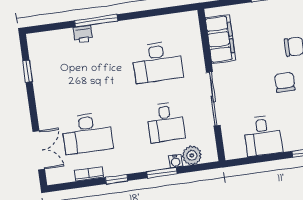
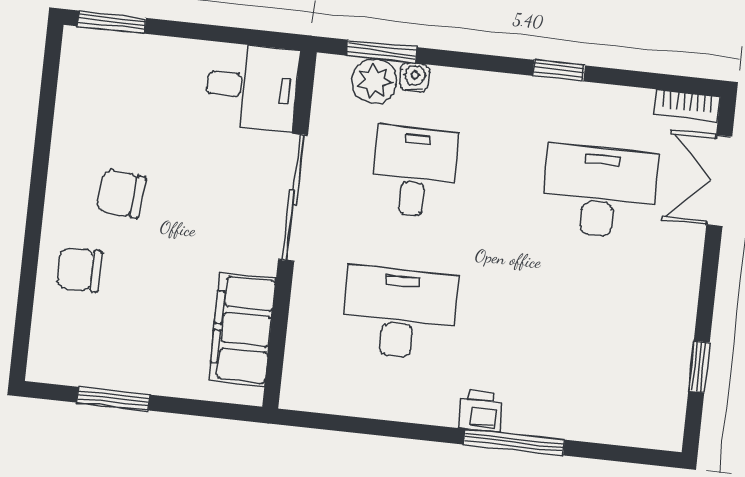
printer: (83, 34) -> (480, 411), moved
chair: (285, 82) -> (121, 194), turned 95
desk: (263, 136) -> (252, 87), moved, turned 90
window: (162, 173) -> (382, 51), moved
bookcase: (89, 174) -> (687, 105), moved

